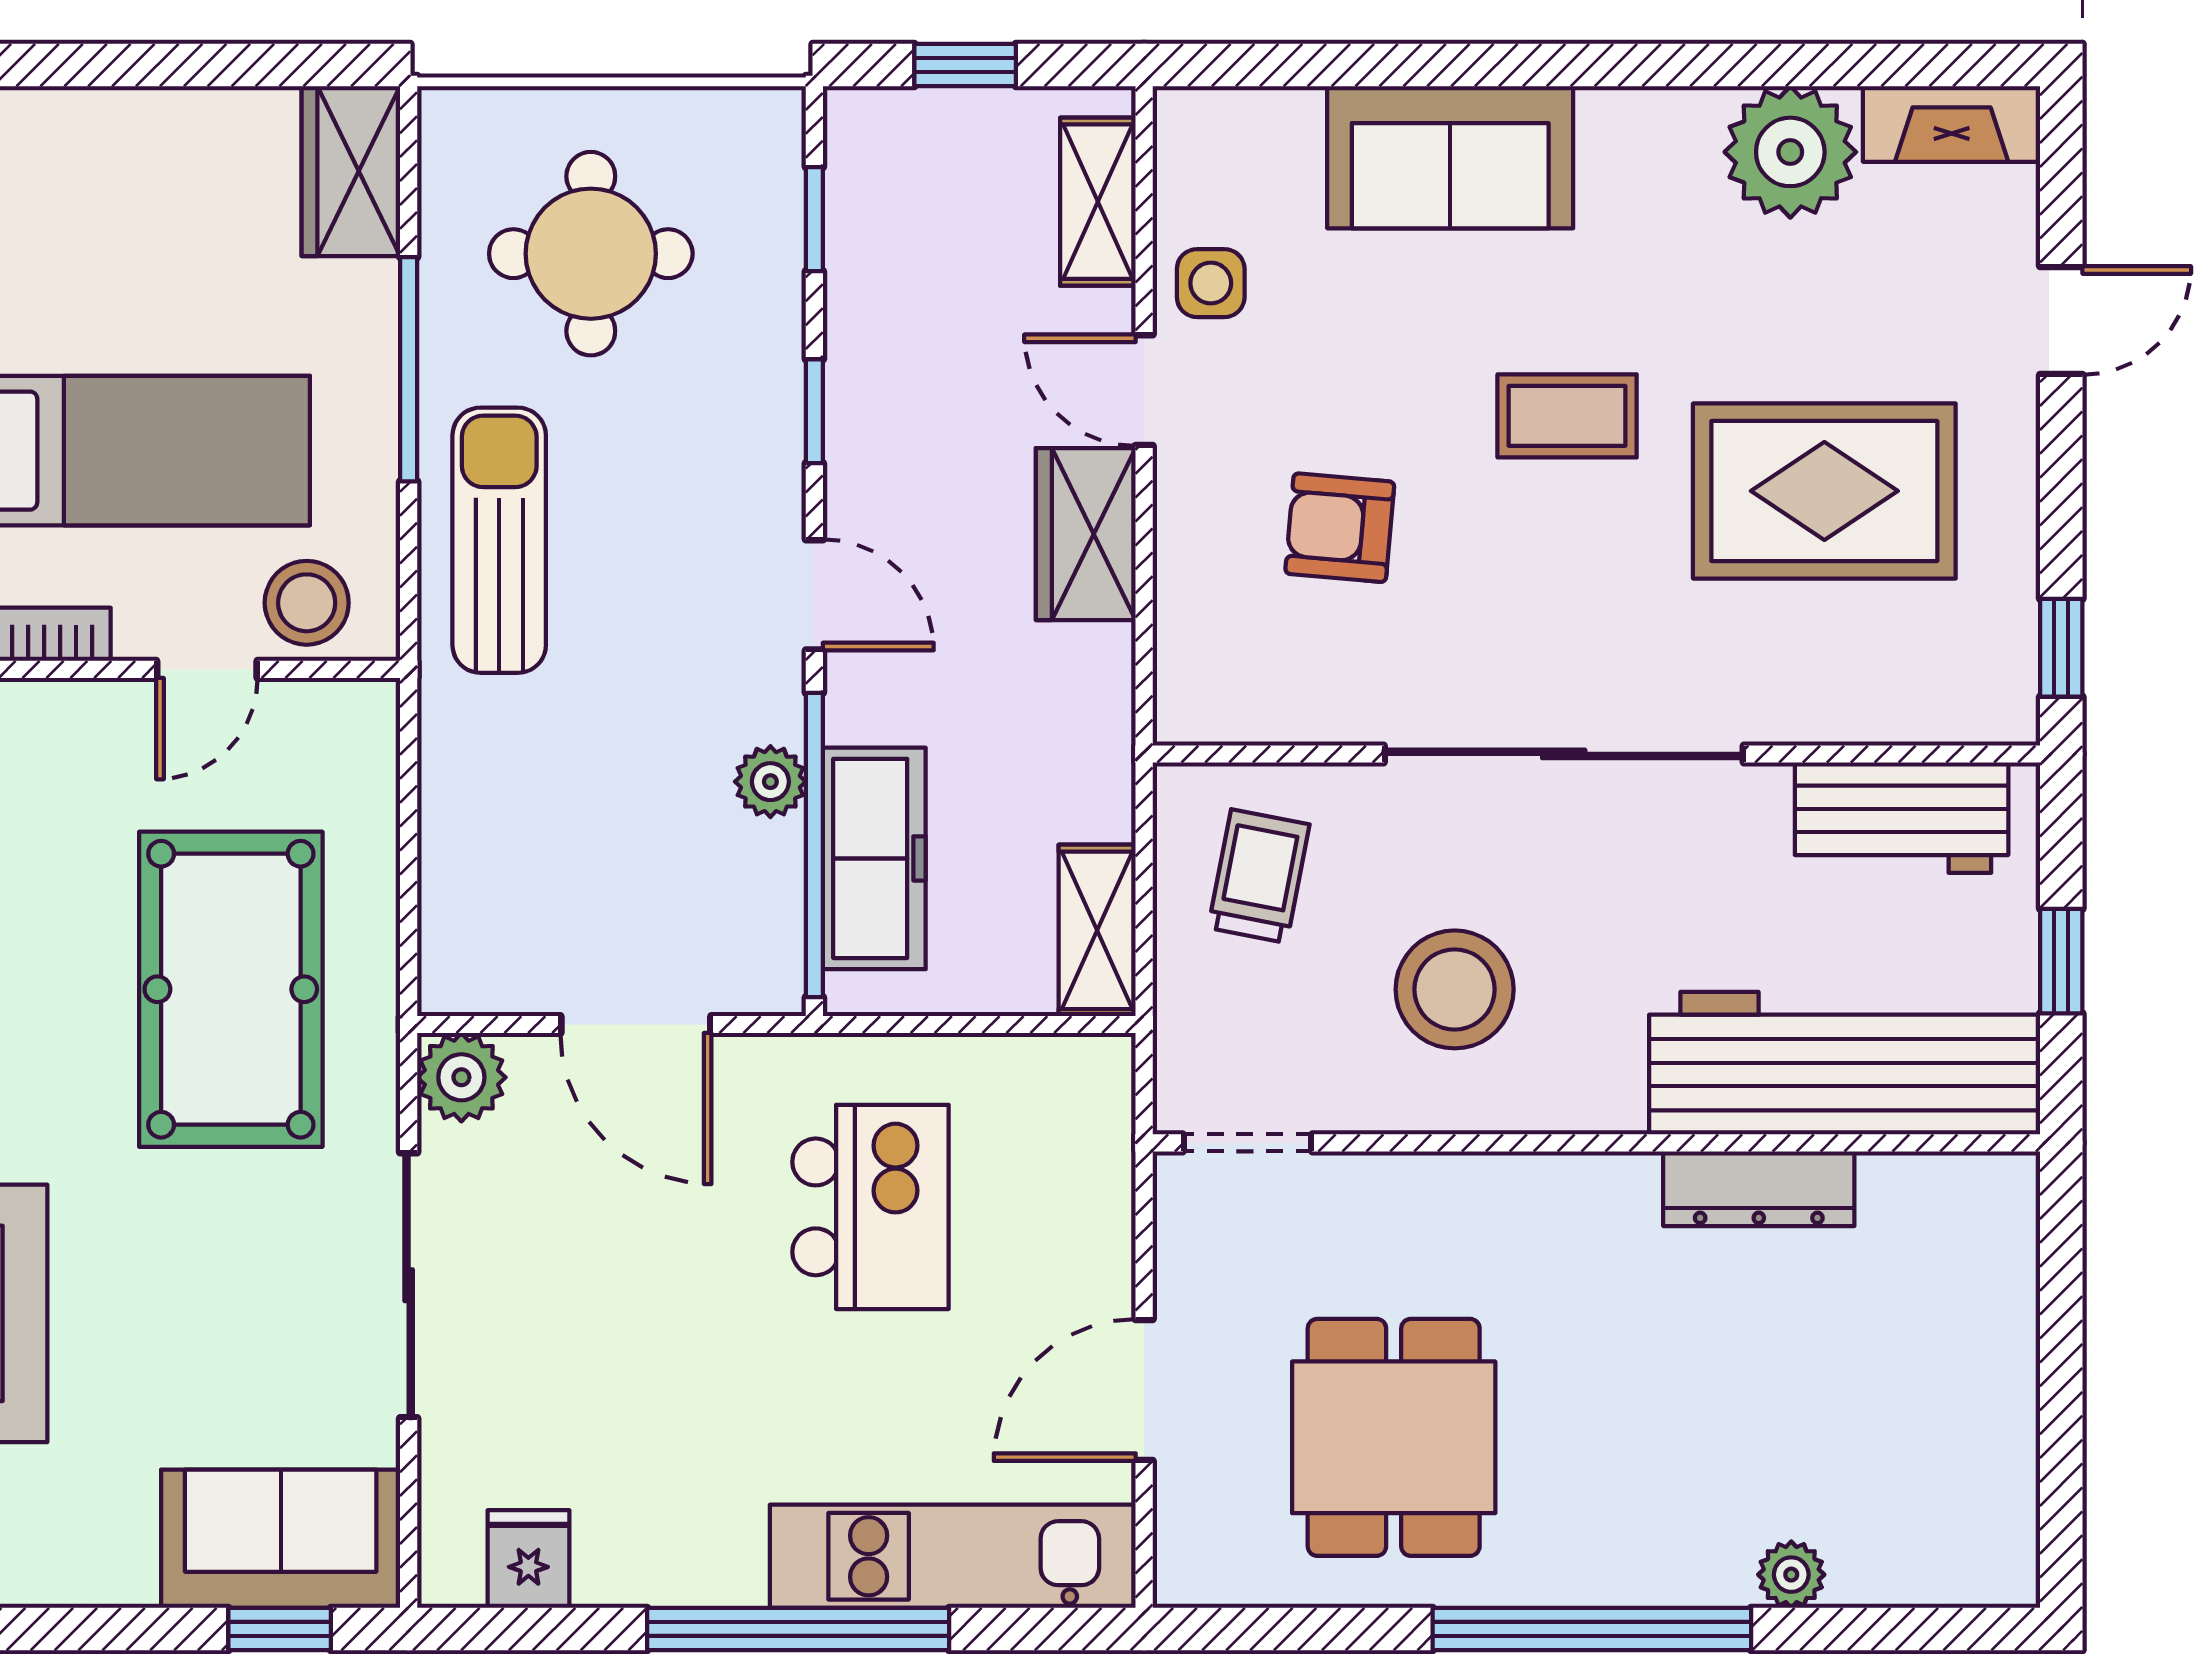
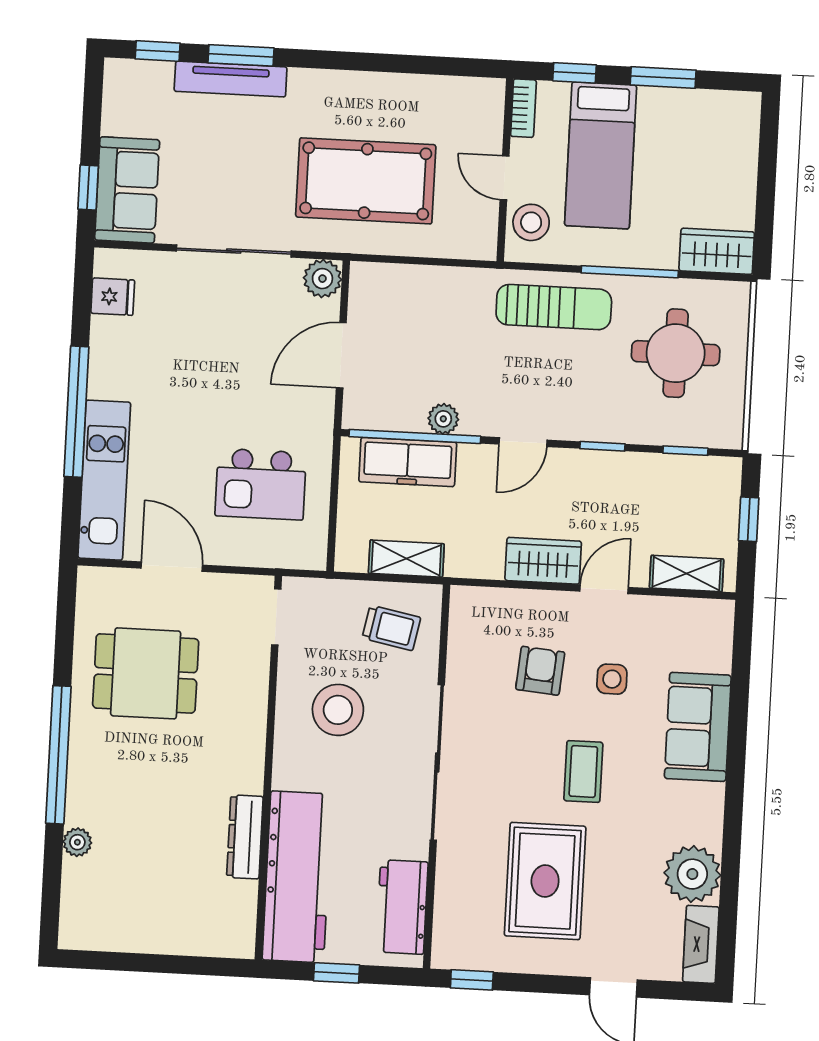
side table: (1211, 283) -> (612, 679), moved
shelving: (1097, 930) -> (406, 559), moved
kitchen island: (870, 1207) -> (261, 484), moved

